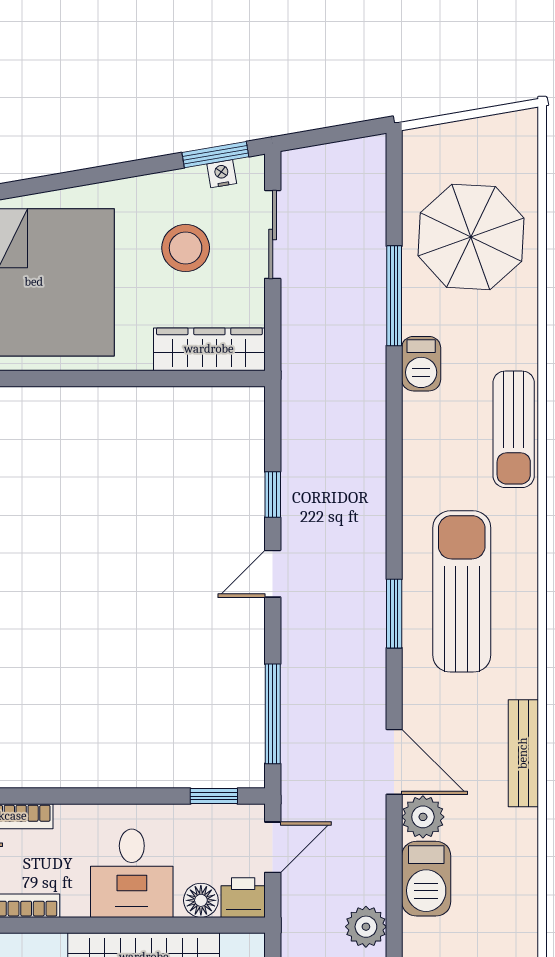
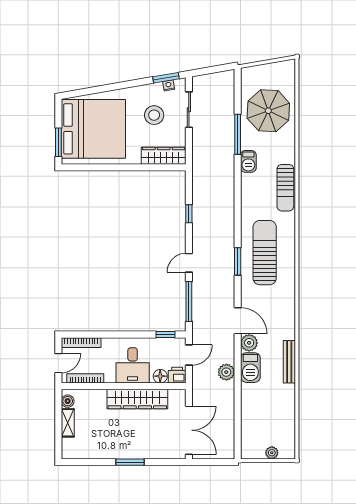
door: (273, 574) -> (189, 263), moved
bench: (523, 753) -> (289, 362), moved
plant: (366, 927) -> (226, 372), moved

